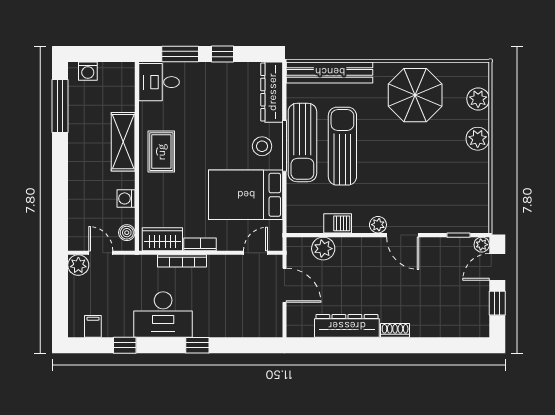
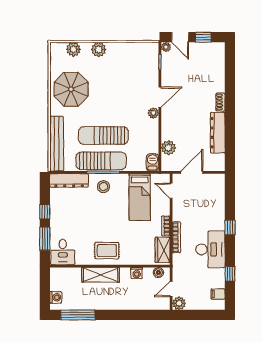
bed: (246, 195) -> (140, 197), width x0.67
barbecue: (338, 223) -> (152, 162), moved

